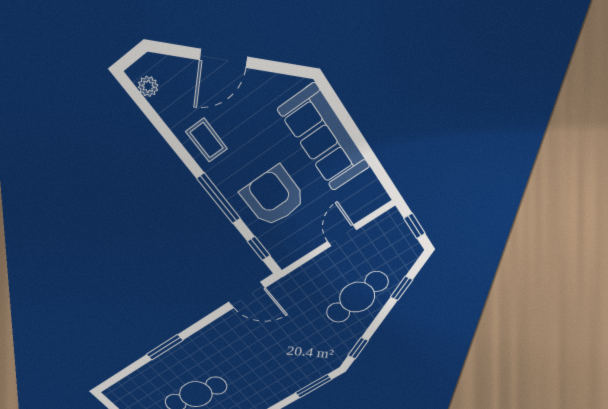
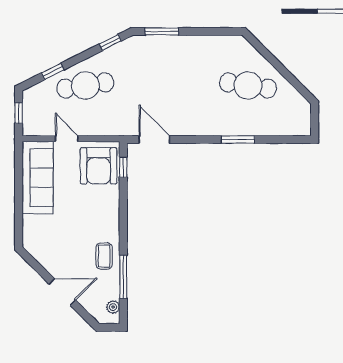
sofa: (324, 138) -> (38, 178), moved
armchair: (273, 197) -> (99, 166), moved
window: (219, 199) -> (123, 277), moved
door: (342, 235) -> (67, 139), swing flipped

